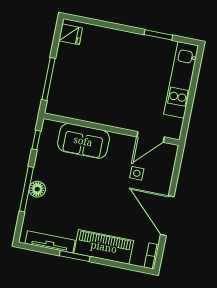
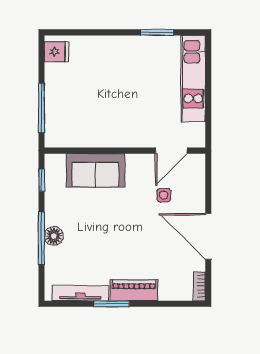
piano: (104, 247) -> (134, 290), width x0.73, depth x0.75

